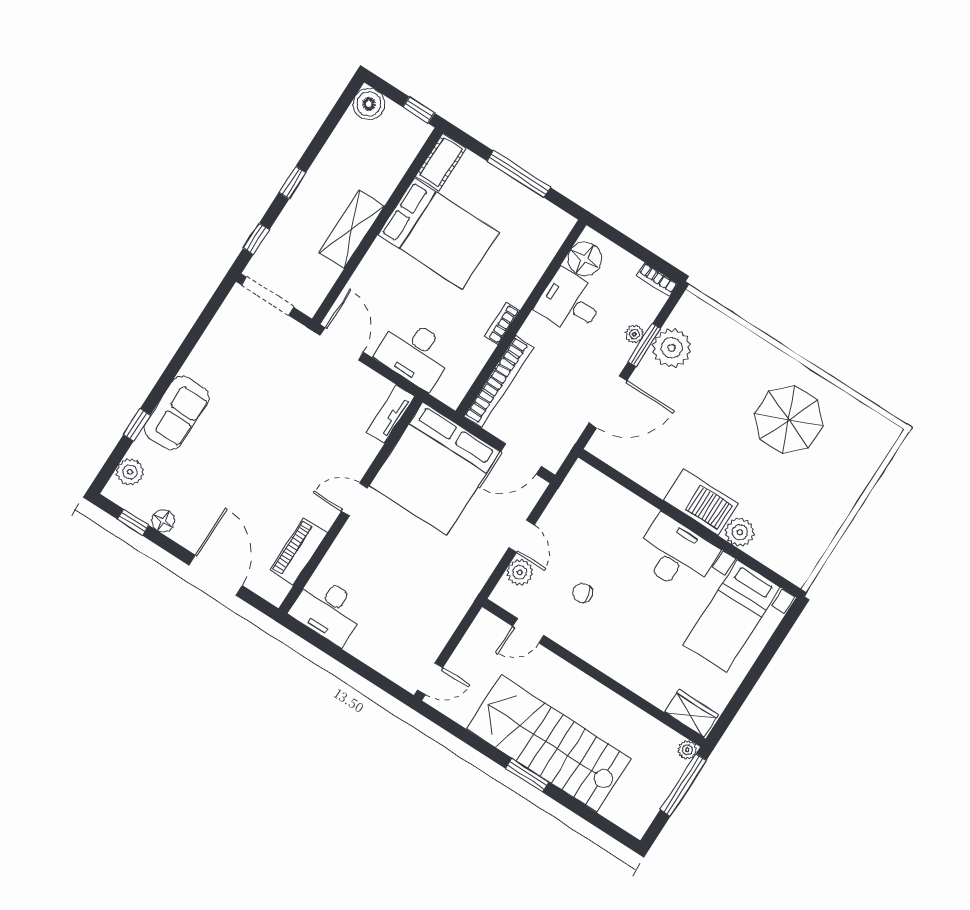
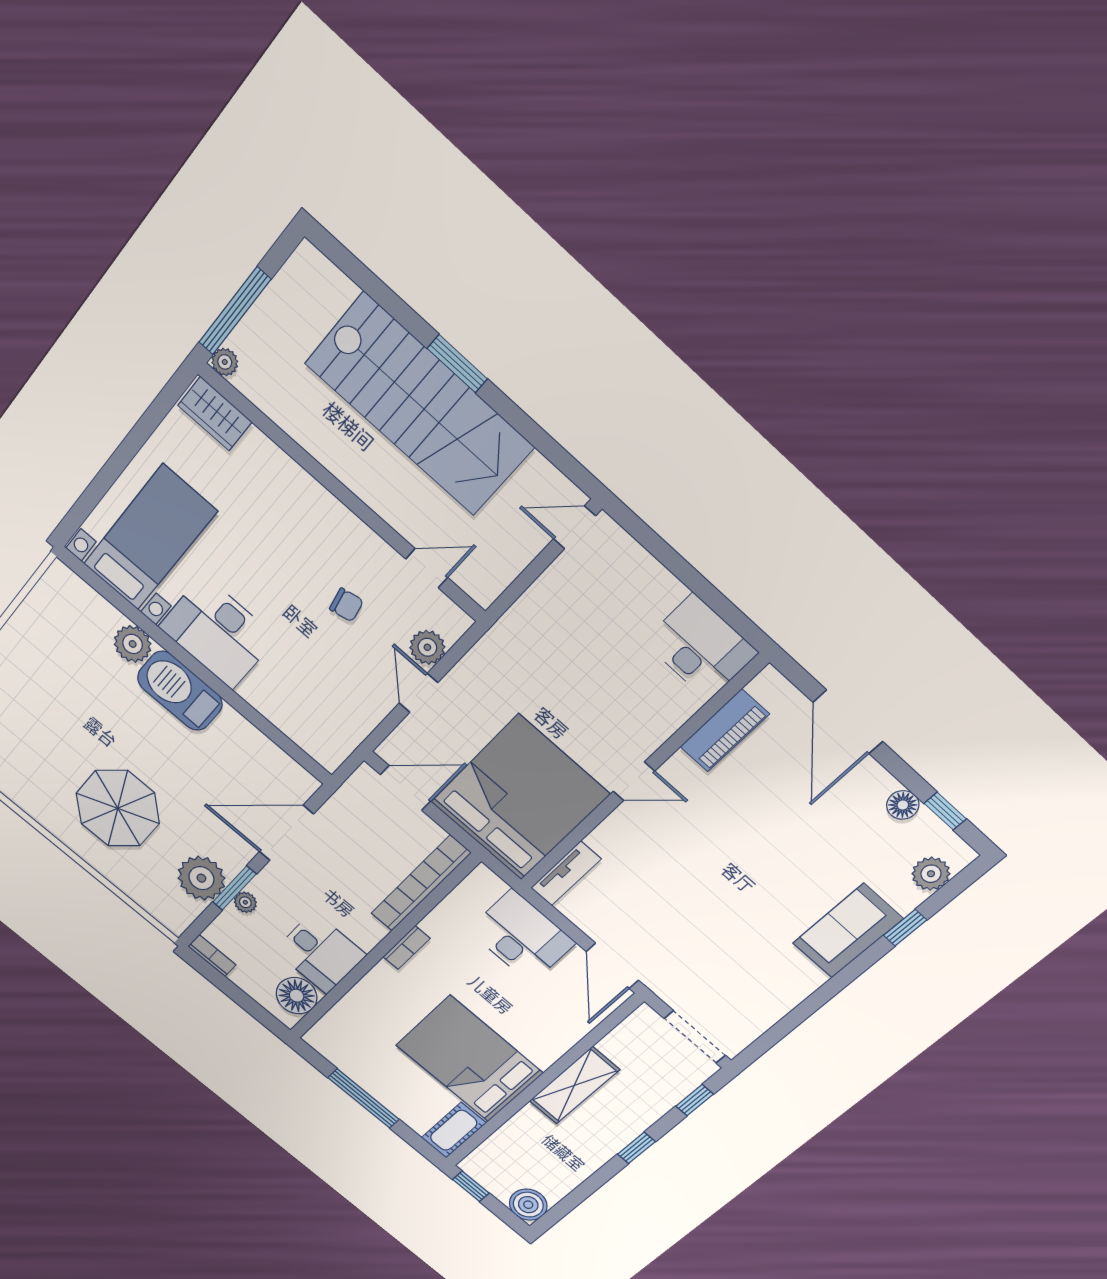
parasol: (789, 419) -> (118, 808), moved

